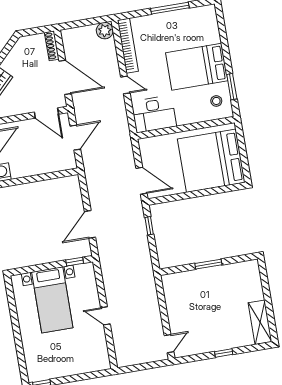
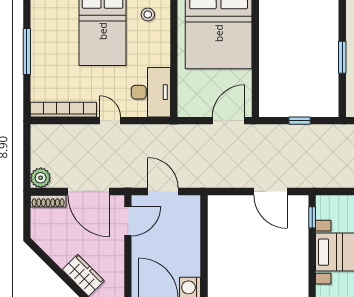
plant: (105, 31) -> (41, 178), moved
door: (65, 77) -> (89, 191), swing flipped
door: (125, 85) -> (110, 121), hinge flipped
window: (149, 226) -> (300, 121), moved

